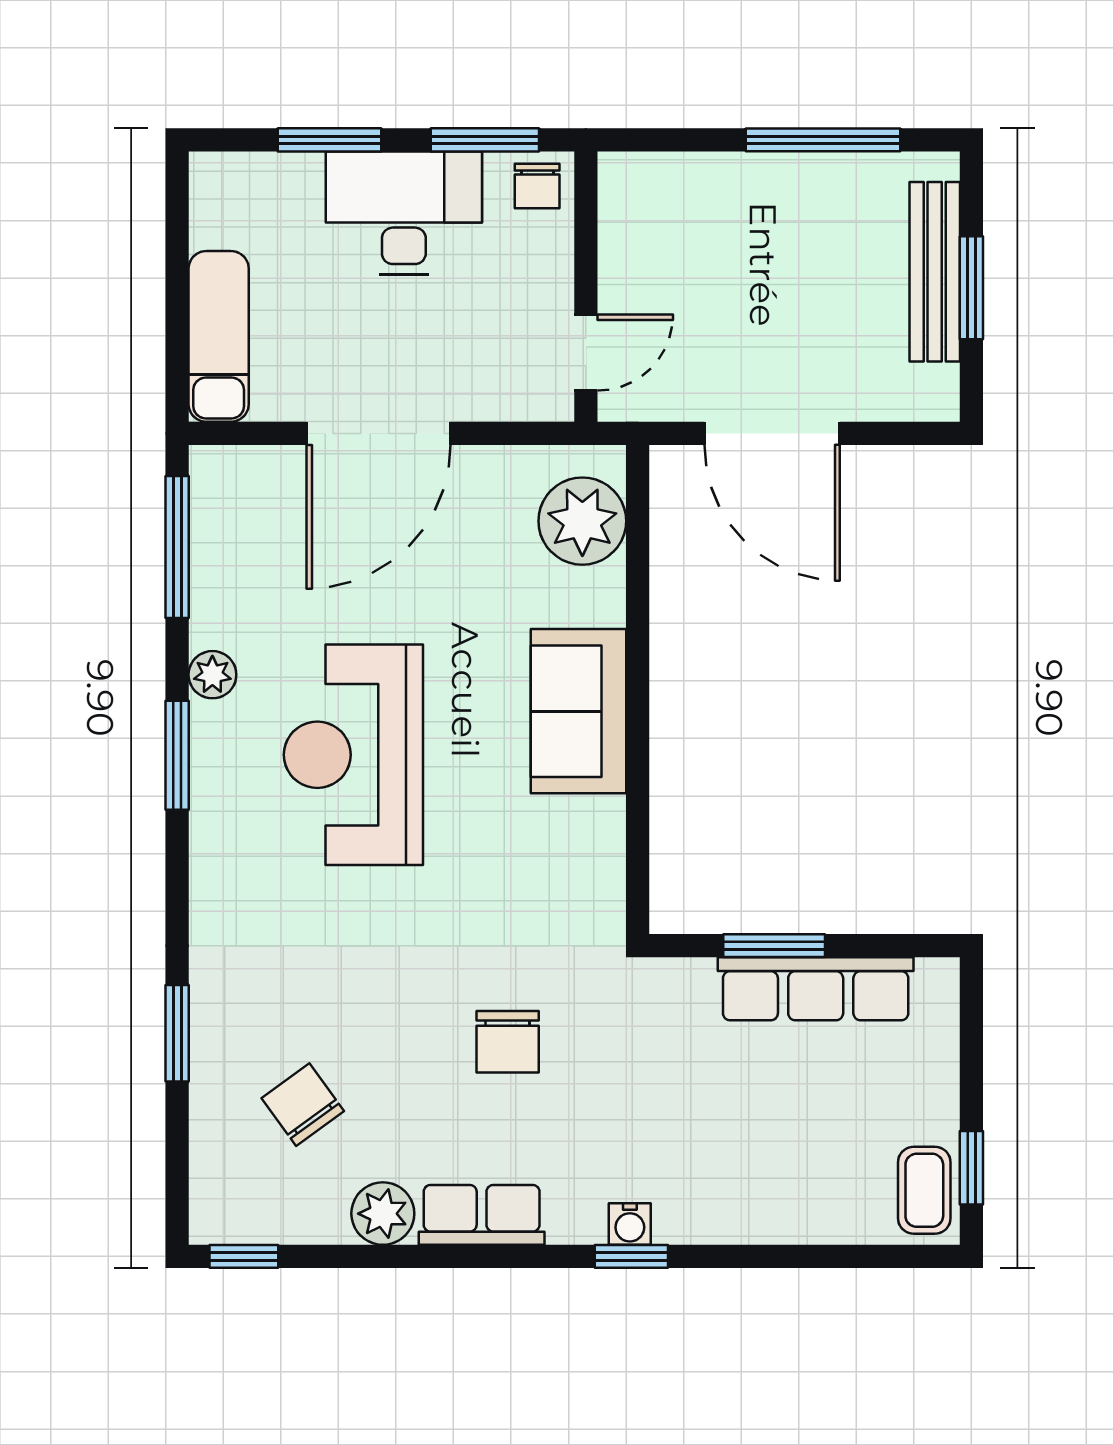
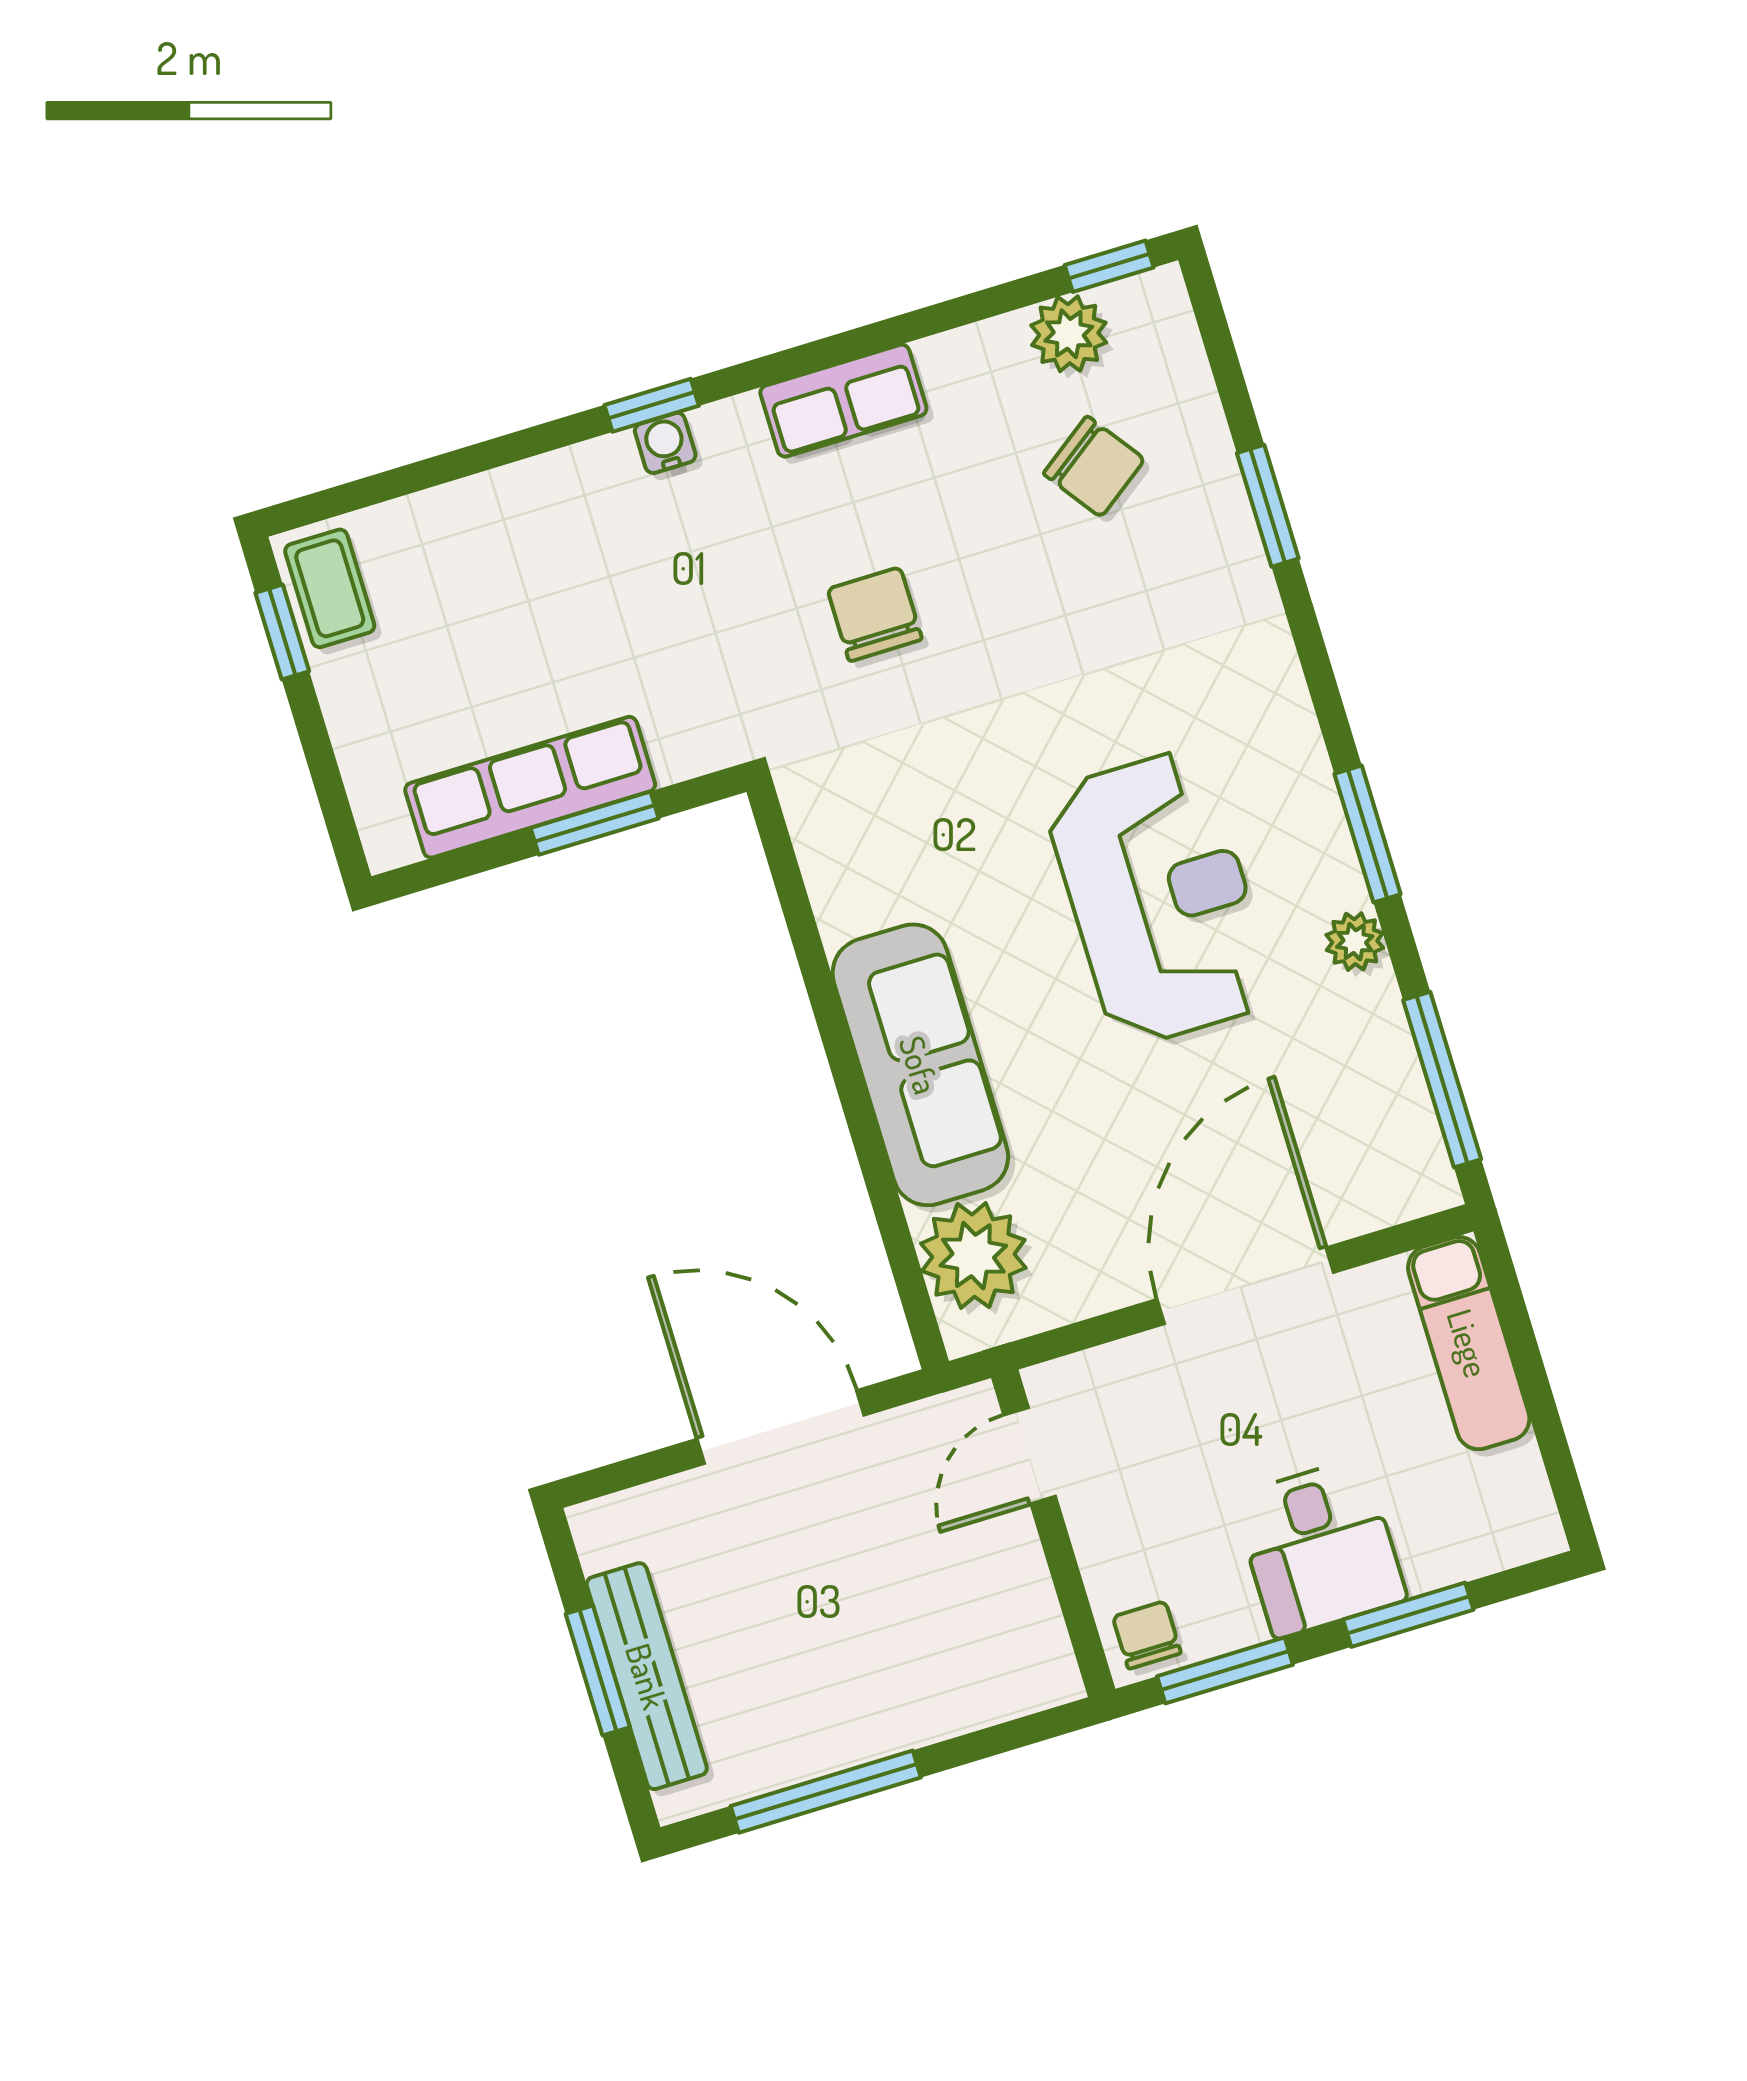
desk: (404, 213) -> (1319, 1548), width x0.73
sofa: (578, 711) -> (920, 1065), width x1.36
plant: (383, 1214) -> (1069, 334), moved

